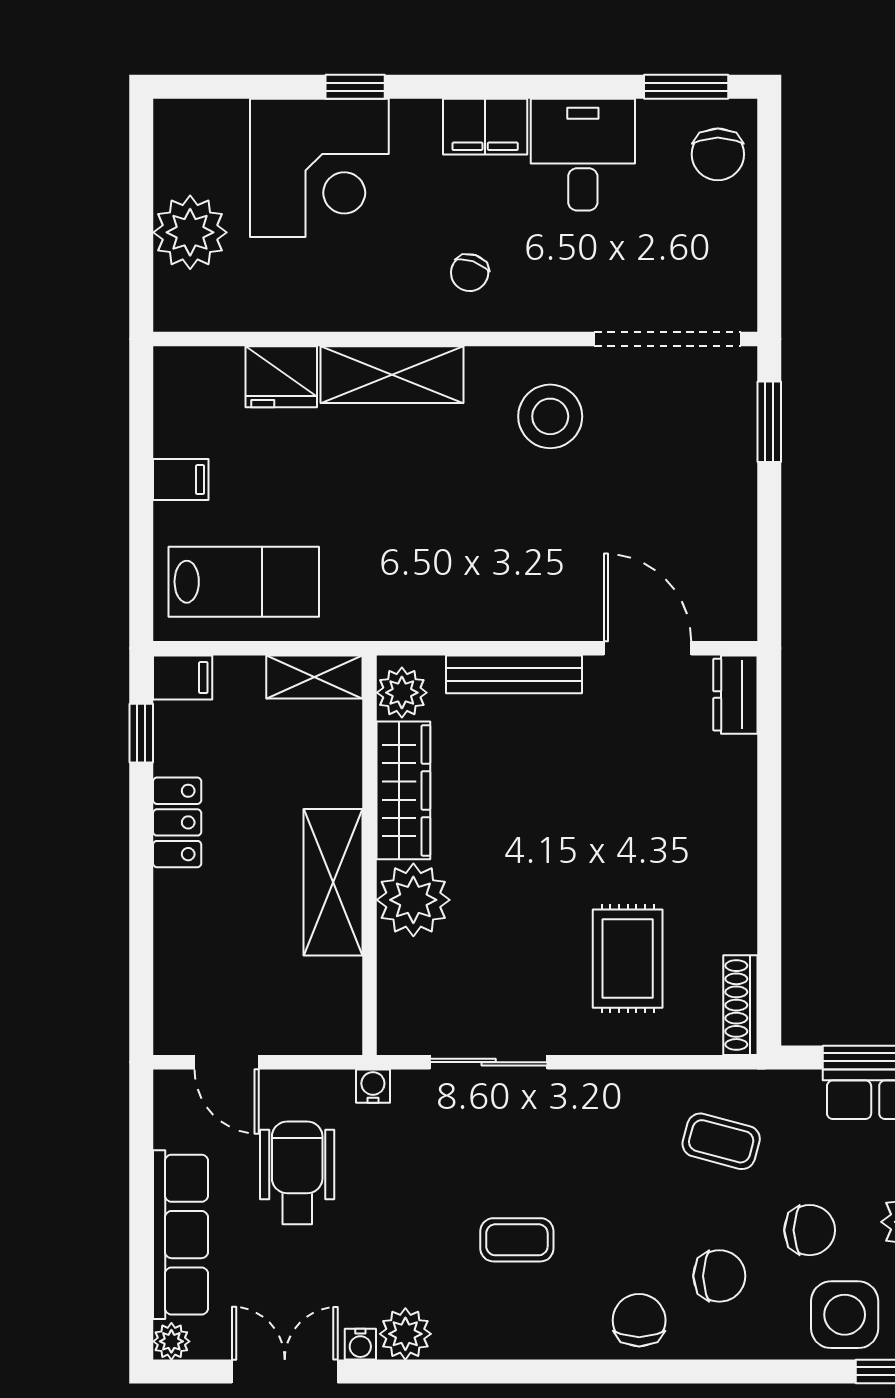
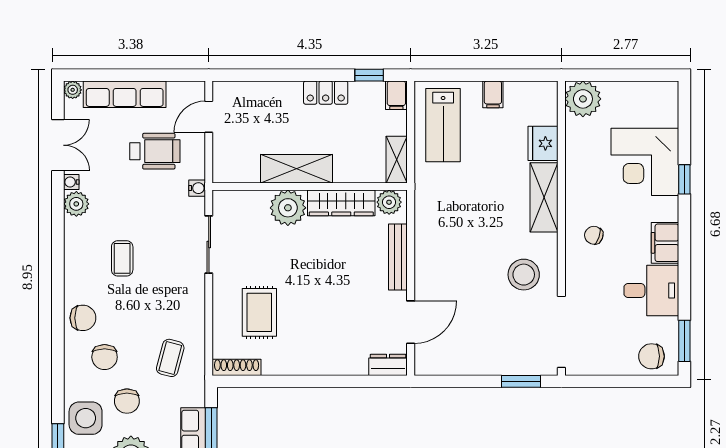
plant: (190, 232) -> (583, 99), moved
rug: (628, 959) -> (259, 312), turned 90

